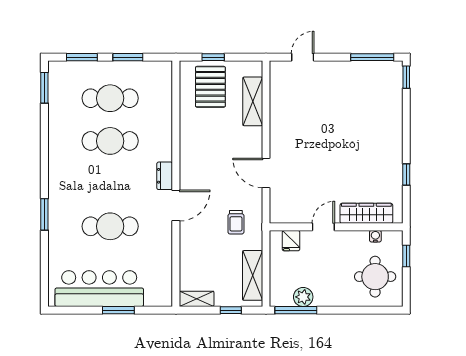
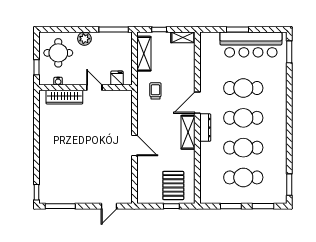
shelving: (253, 101) -> (188, 132), moved
door: (266, 173) -> (134, 145), moved
window: (406, 174) -> (36, 124), removed
dresser: (165, 176) -> (205, 128), width x1.44
cafe table: (110, 184) -> (243, 118), added
window: (44, 214) -> (289, 52), moved
door: (323, 227) -> (94, 88), swing flipped
plant: (303, 297) -> (84, 39), moved

